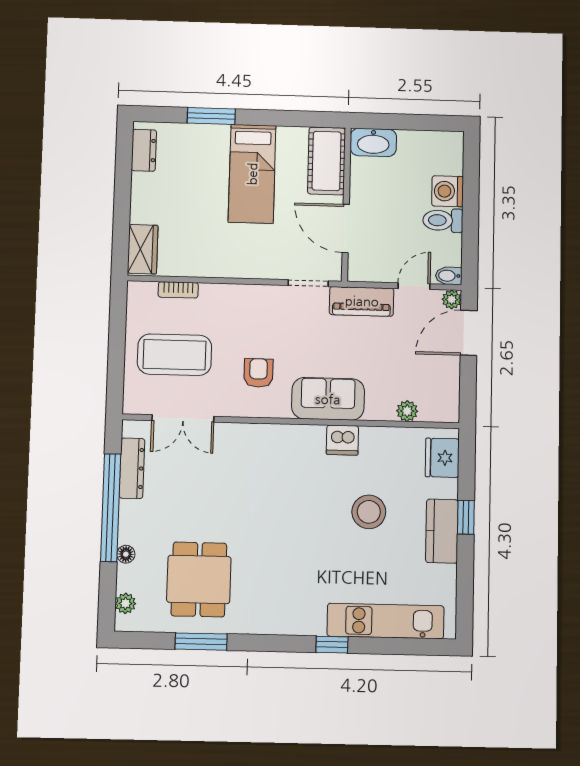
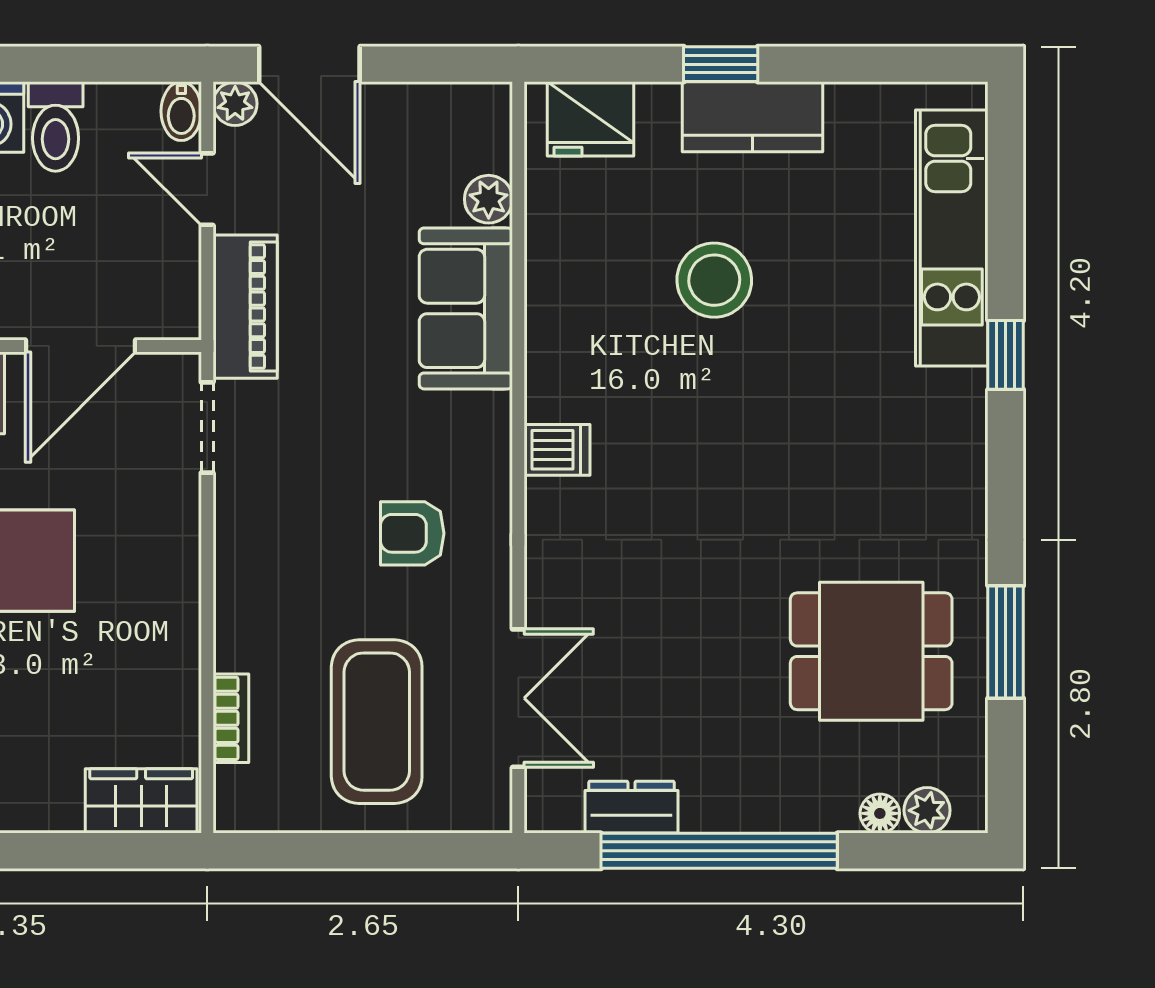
sofa: (328, 399) -> (466, 308), moved
dishwasher: (342, 440) -> (557, 450), moved, width x0.73
dresser: (132, 468) -> (631, 807), width x0.70
floor lamp: (126, 554) -> (880, 813), moved

